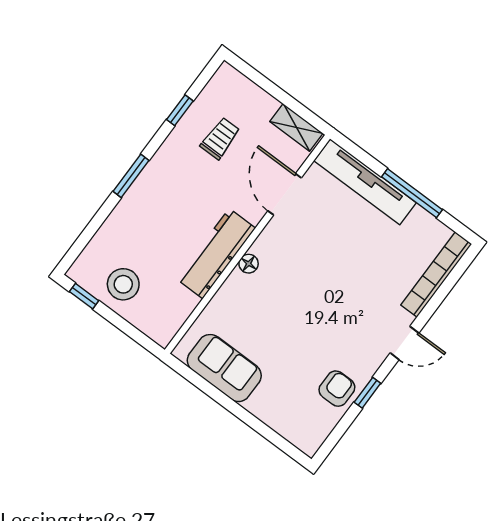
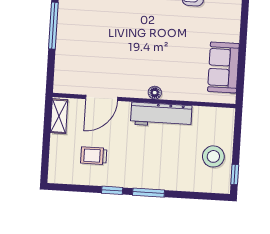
window: (180, 110) -> (112, 190), moved
tv unit: (365, 182) -> (64, 57), removed

